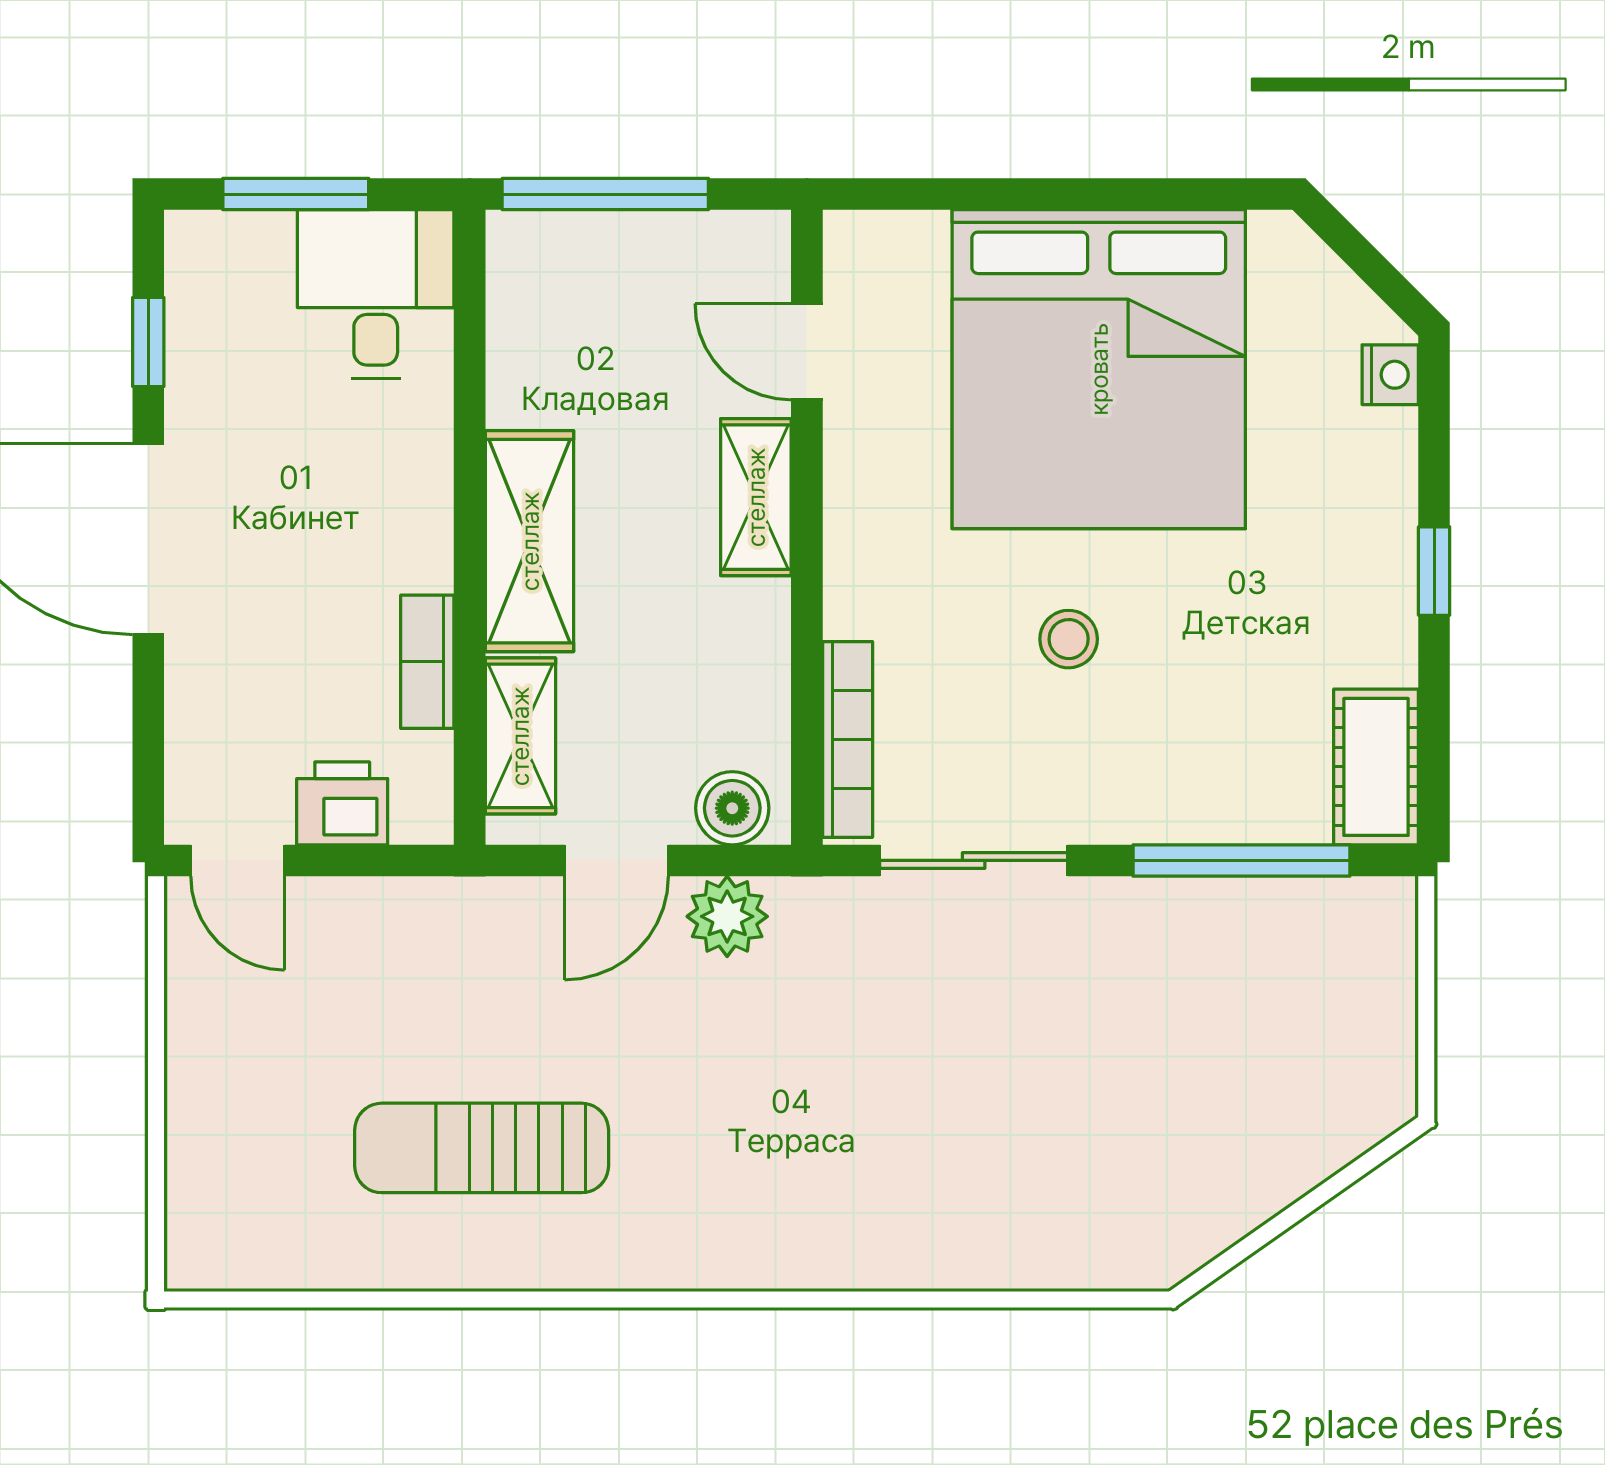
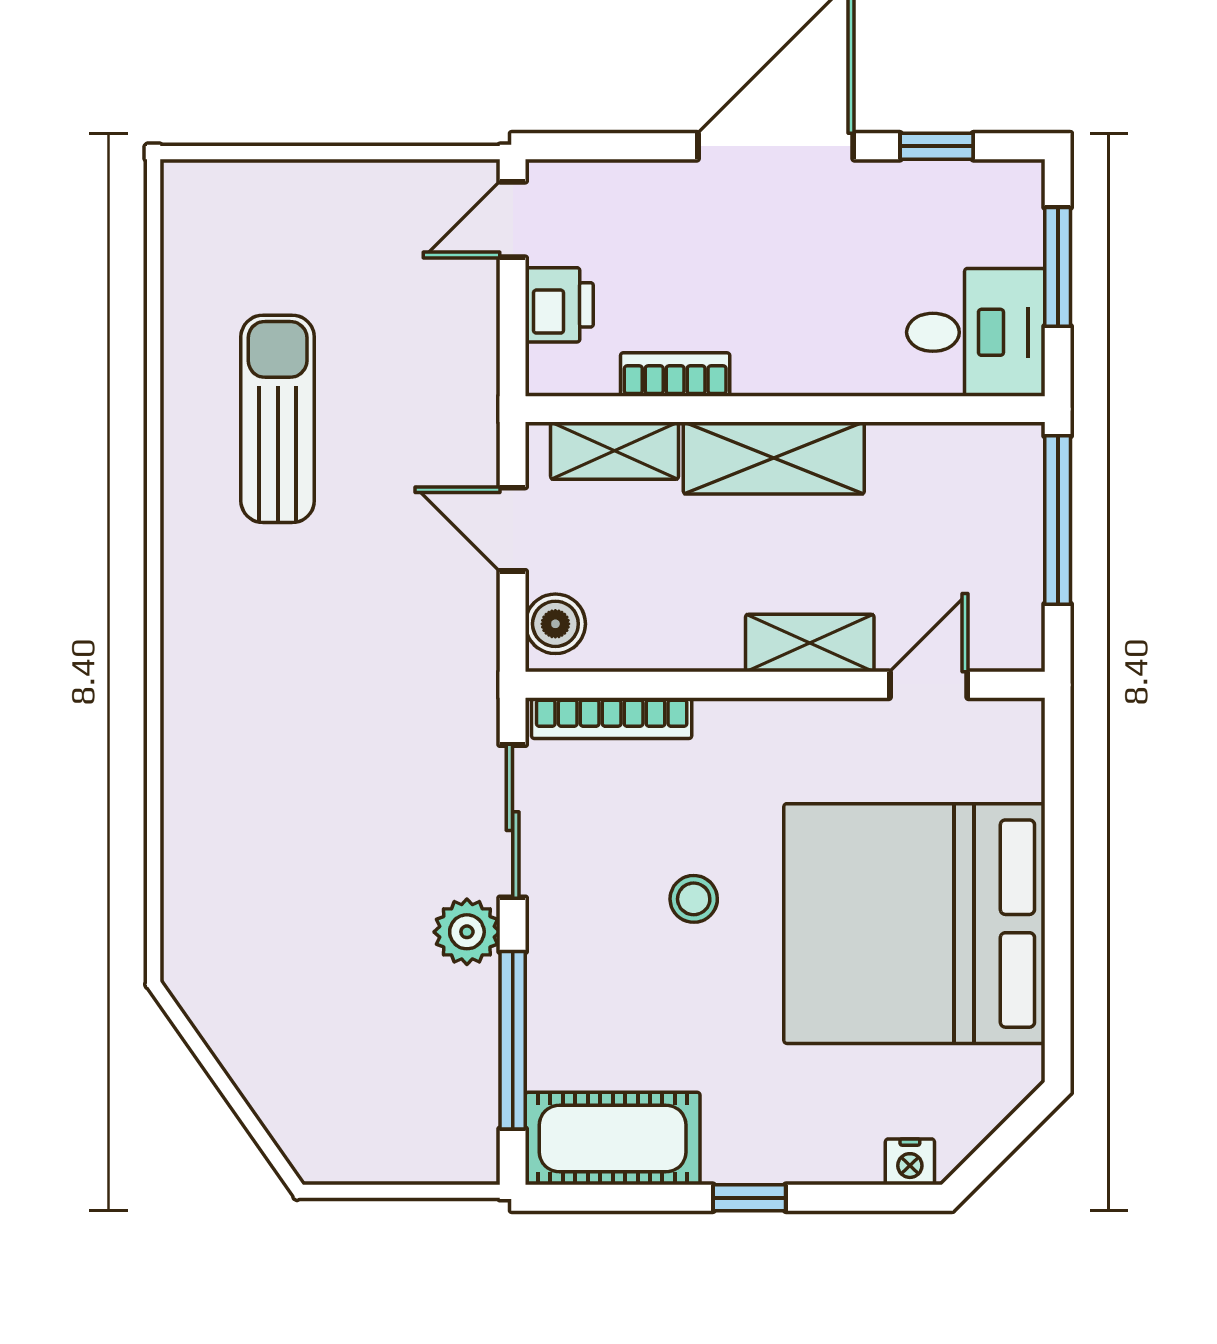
cot: (1376, 767) -> (613, 1139), width x1.37, depth x1.34
plant: (727, 916) -> (467, 932), moved

